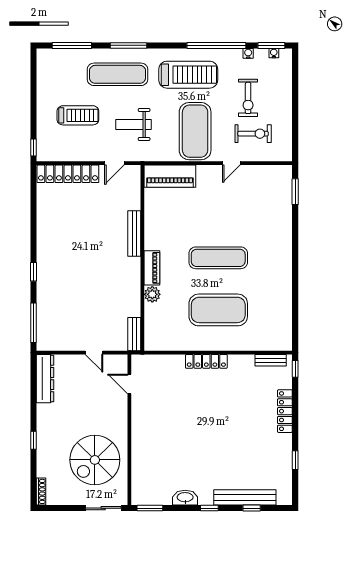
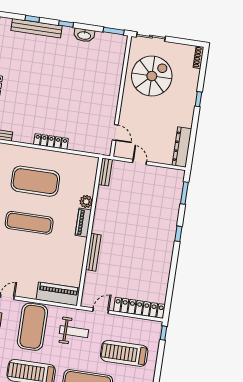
treadmill: (78, 115) -> (124, 353), width x1.37, depth x1.38
weight bench: (134, 124) -> (74, 332), moved
window: (34, 323) -> (184, 193), width x0.69

